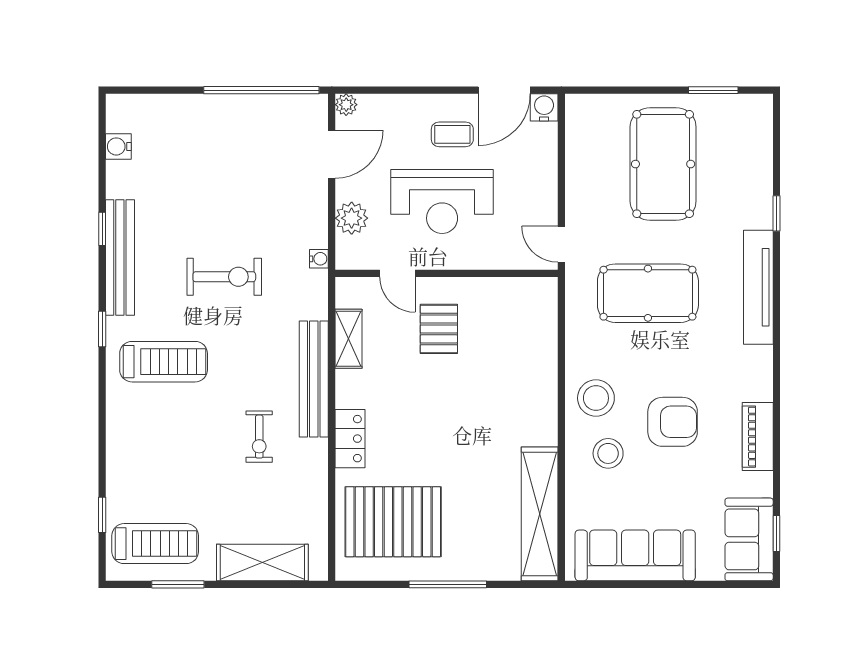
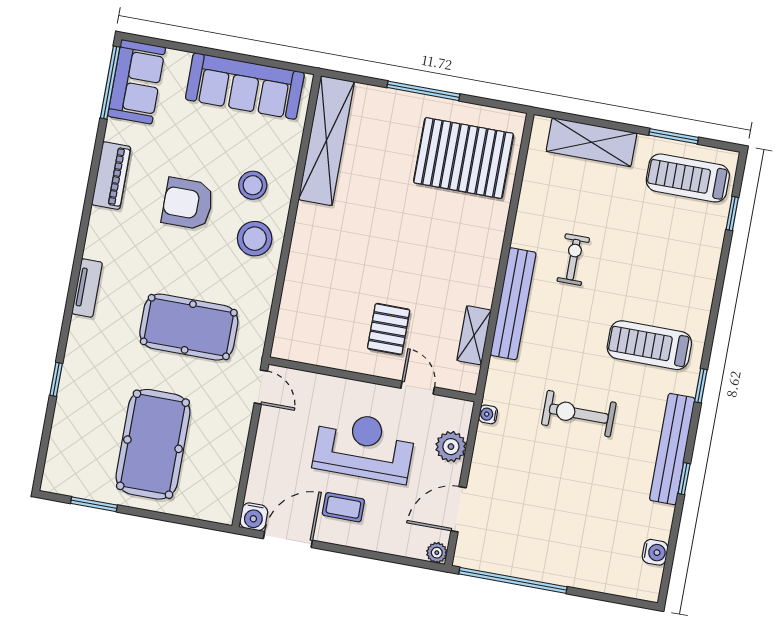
tv unit: (758, 287) -> (87, 288), width x0.52, depth x0.78
locker: (350, 439) -> (489, 242), removed
window: (776, 534) -> (110, 83), width x2.17

